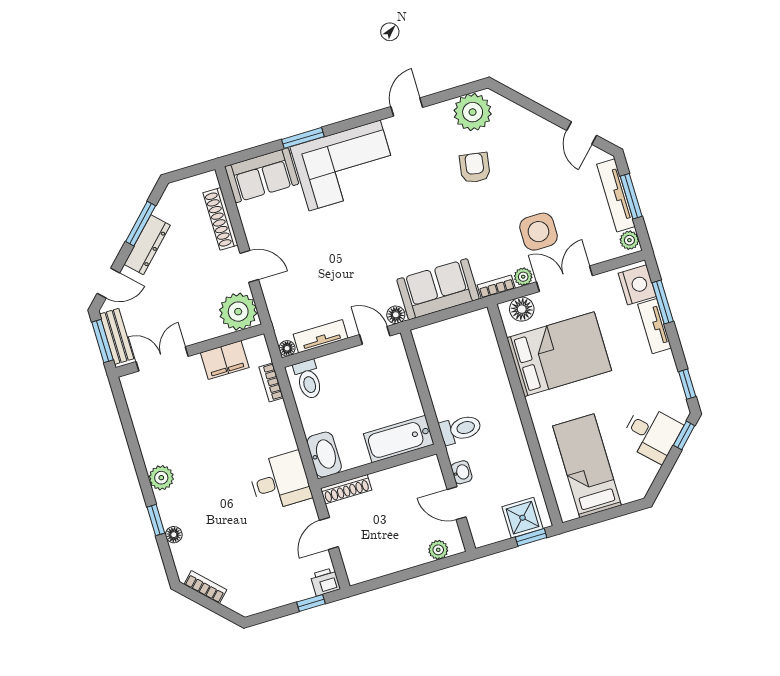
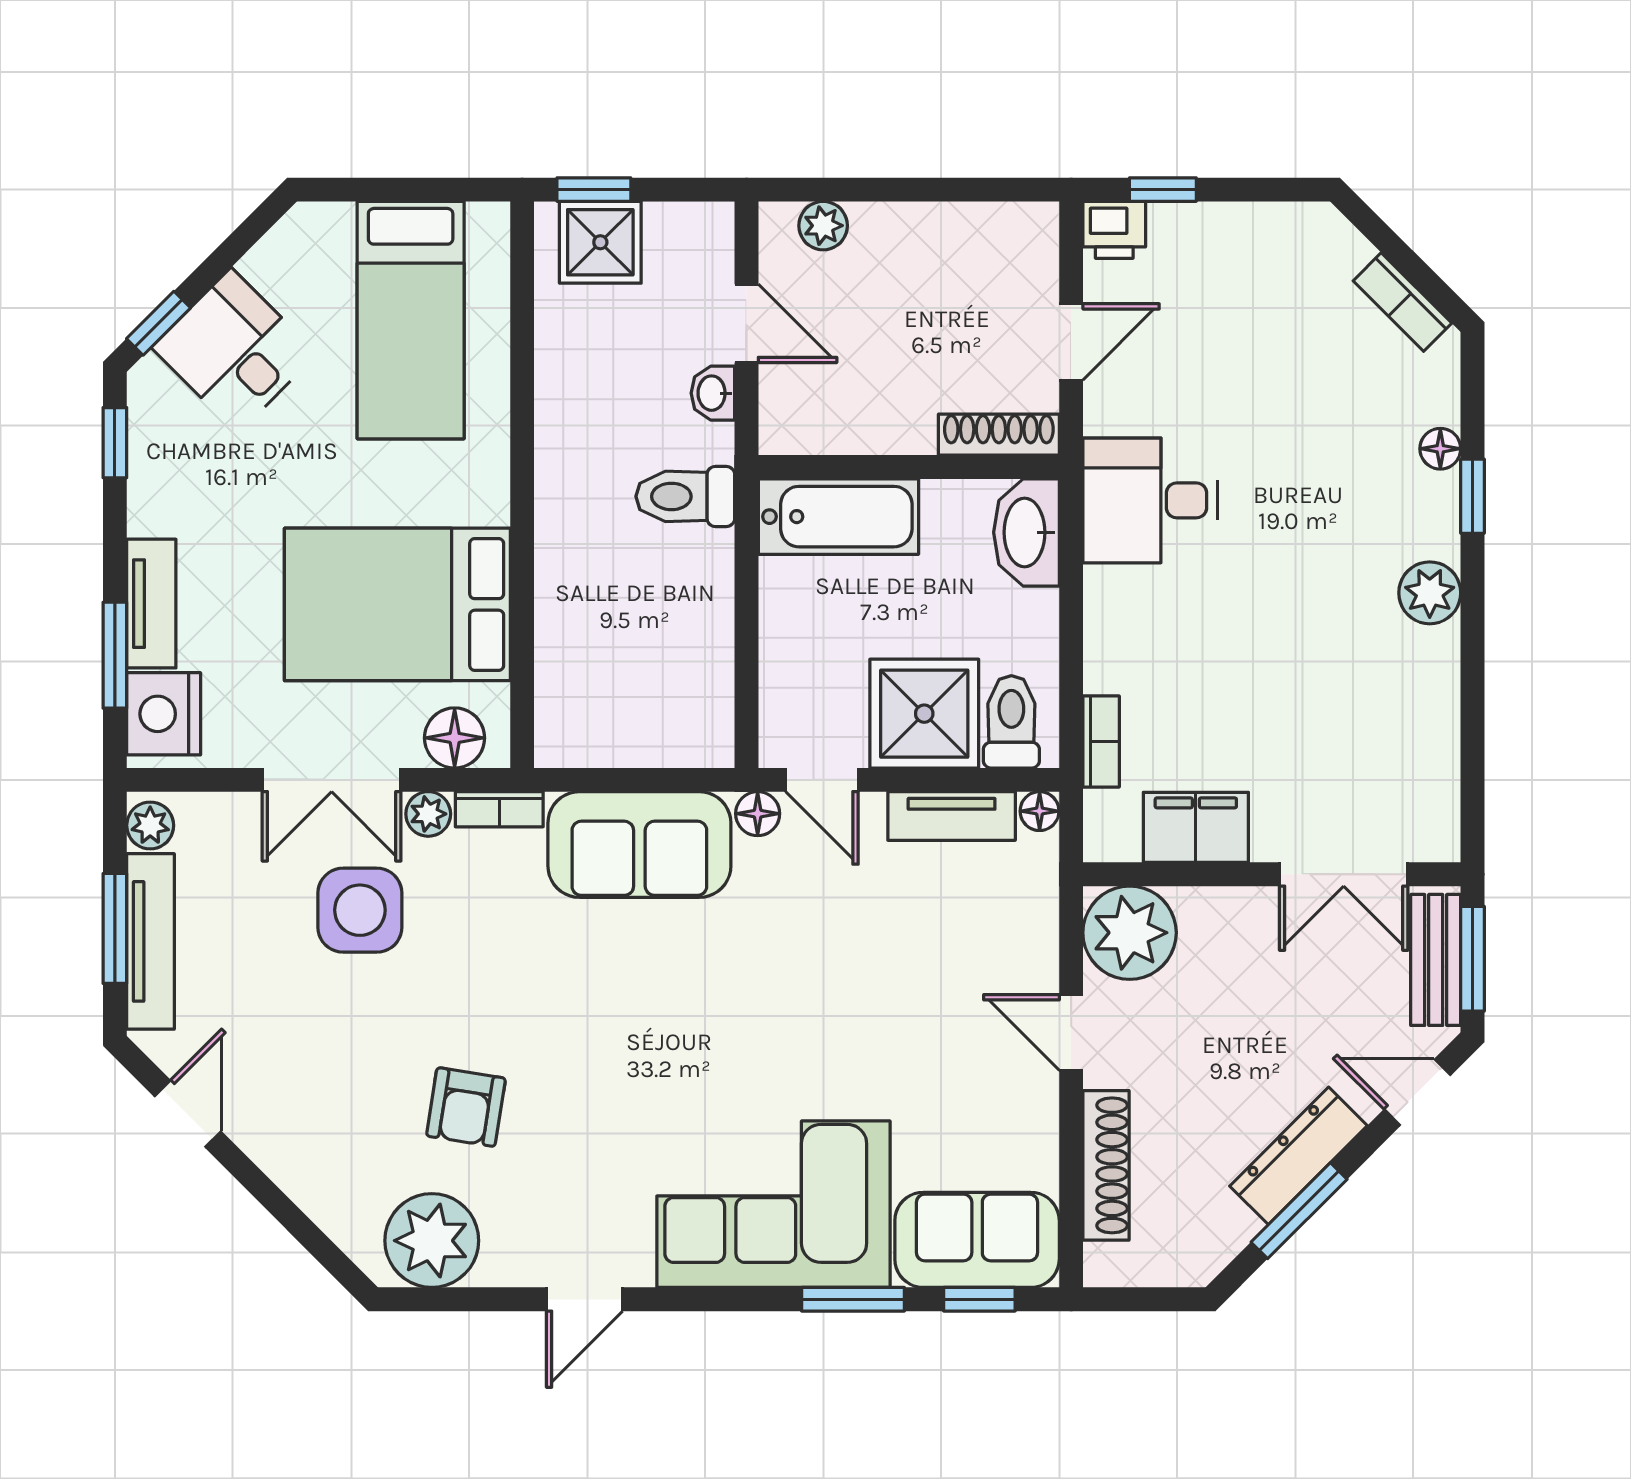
window: (254, 153) -> (979, 1299), added
shower: (343, 373) -> (924, 714), added

